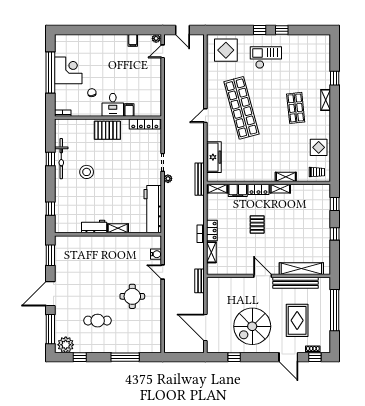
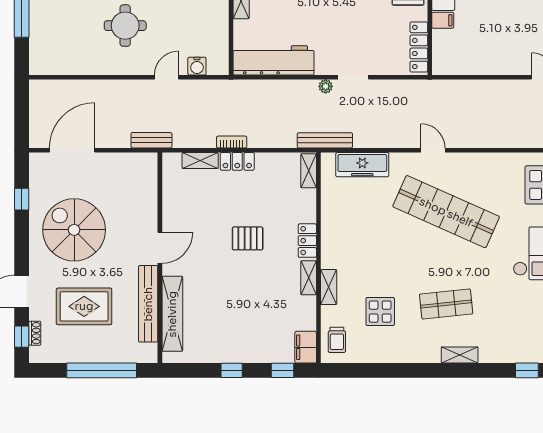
window: (335, 78) -> (527, 370), moved
shop shelf: (241, 108) -> (446, 212), turned 39
display table: (319, 147) -> (380, 312), moved
filing cabinet: (238, 190) -> (306, 347), moved

